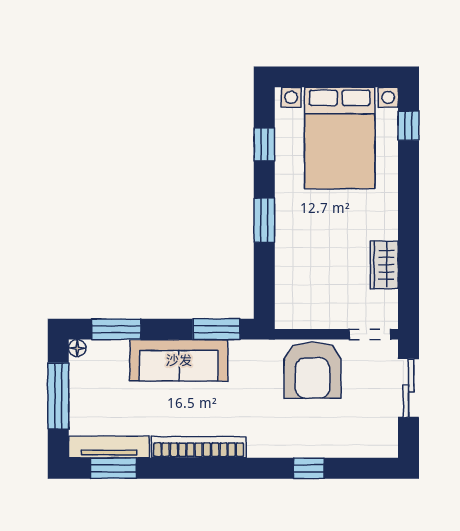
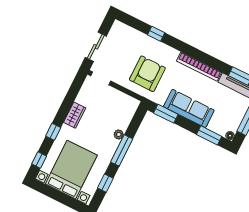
window: (408, 191) -> (53, 132), added
window: (264, 220) -> (122, 150), width x1.44
plant: (285, 247) -> (119, 134), added
wardrobe: (384, 265) -> (75, 115), moved
armchair: (313, 370) -> (147, 74), moved

